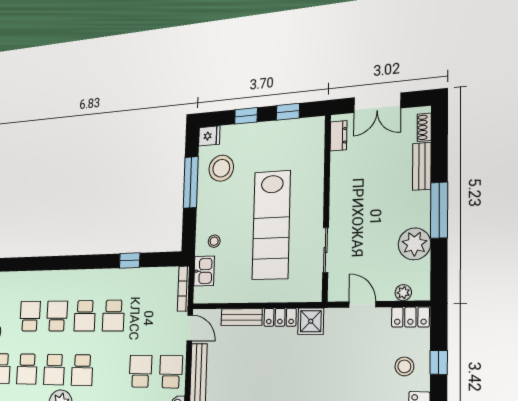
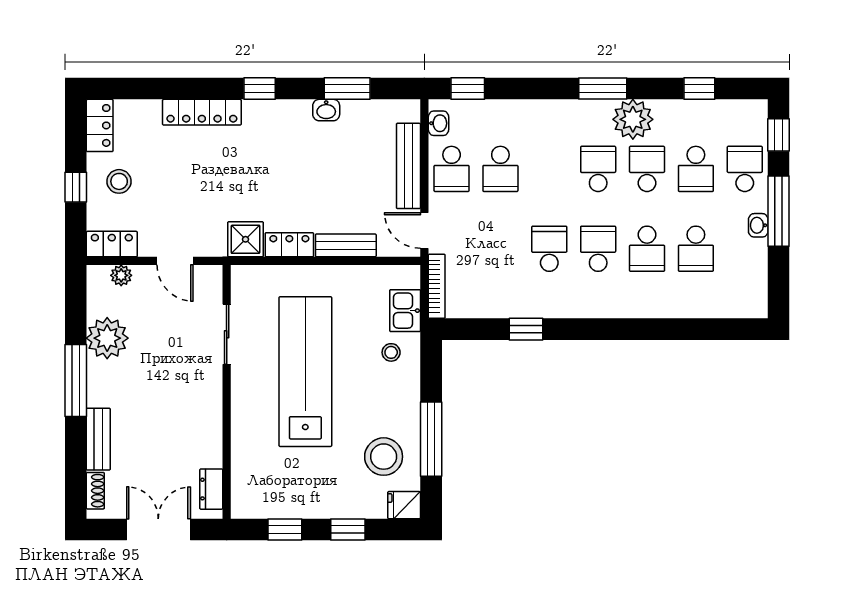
school desk: (27, 369) -> (696, 169), turned 180

